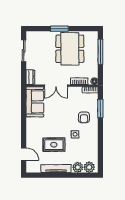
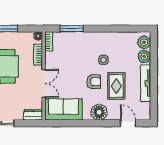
armchair: (84, 117) -> (94, 82), moved
floor lamp: (33, 131) -> (99, 112), added
door: (24, 154) -> (128, 123), hinge flipped

